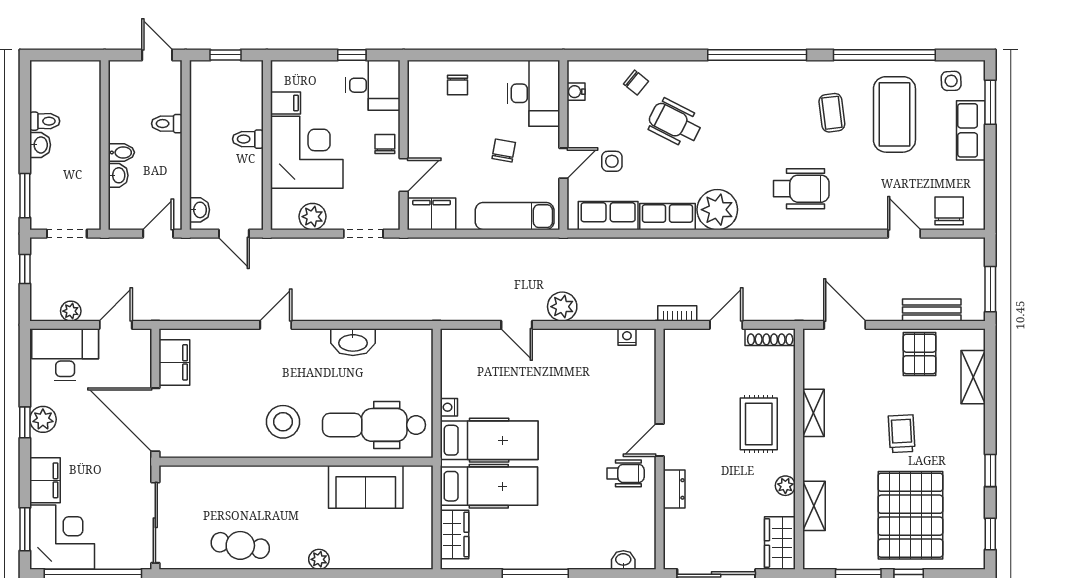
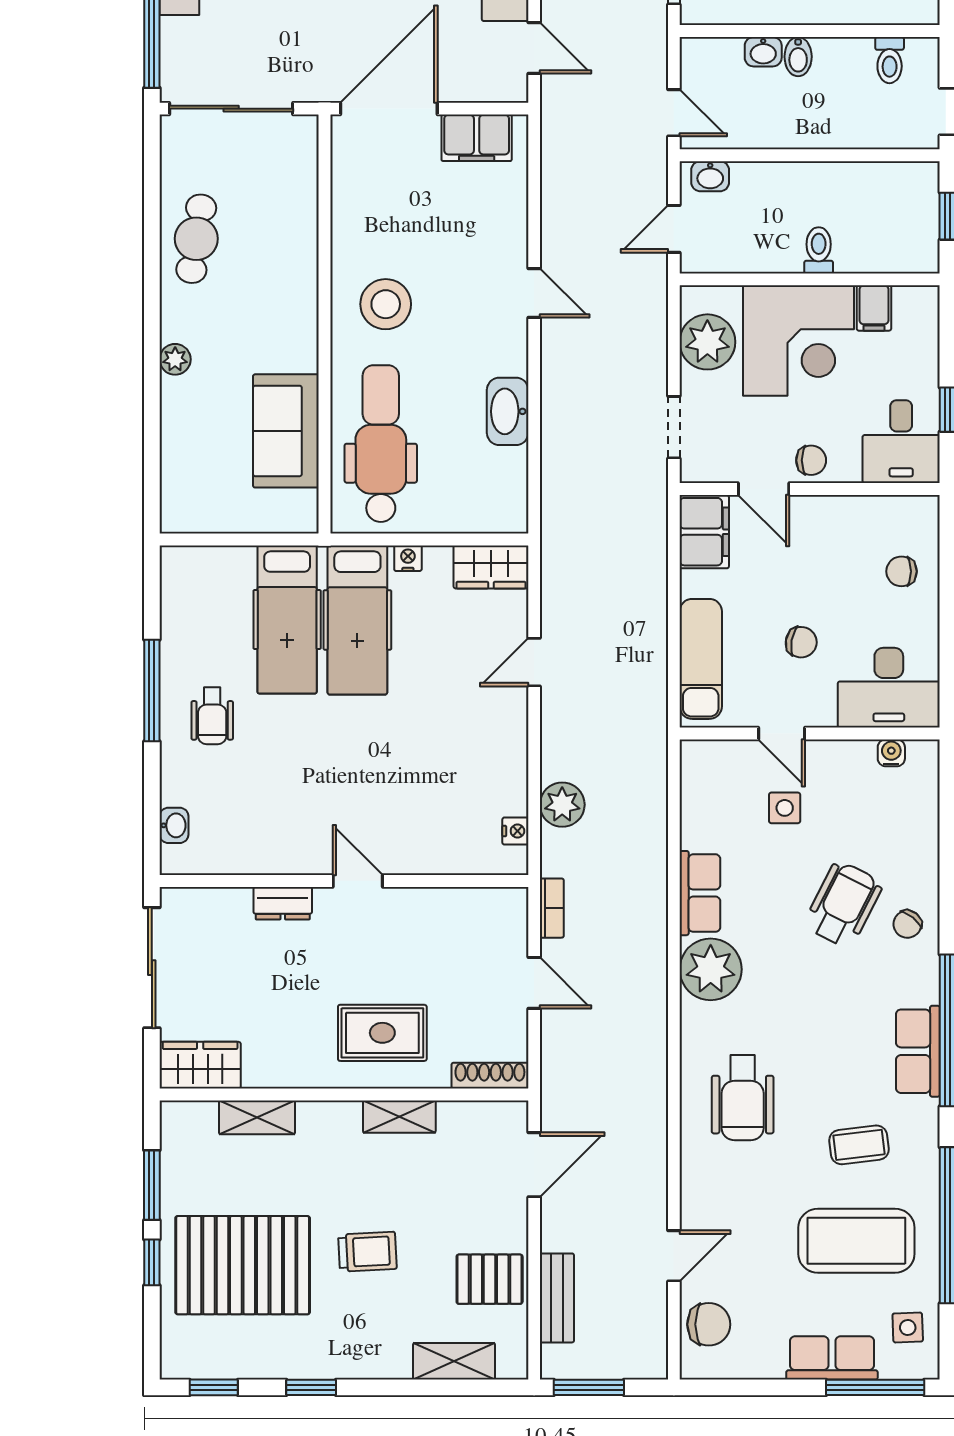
chair: (636, 83) -> (907, 924), moved
window: (990, 102) -> (875, 1387), width x1.44
toilet: (167, 124) -> (890, 60), moved, turned 180
row of seats: (608, 216) -> (918, 1051), moved, turned 180
plant: (312, 217) -> (707, 342), width x1.36, depth x1.36
plant: (562, 307) -> (562, 805), moved
shoe rack: (770, 337) -> (490, 1076), moved, turned 90
wheelchair: (625, 473) -> (212, 716), moved
plant: (785, 486) -> (288, 1074), removed
wardrobe: (455, 534) -> (491, 567), moved

